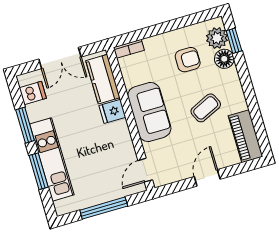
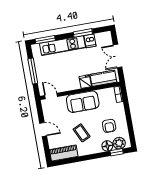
dishwasher: (33, 93) -> (90, 41), moved
window: (39, 171) -> (45, 40), moved

